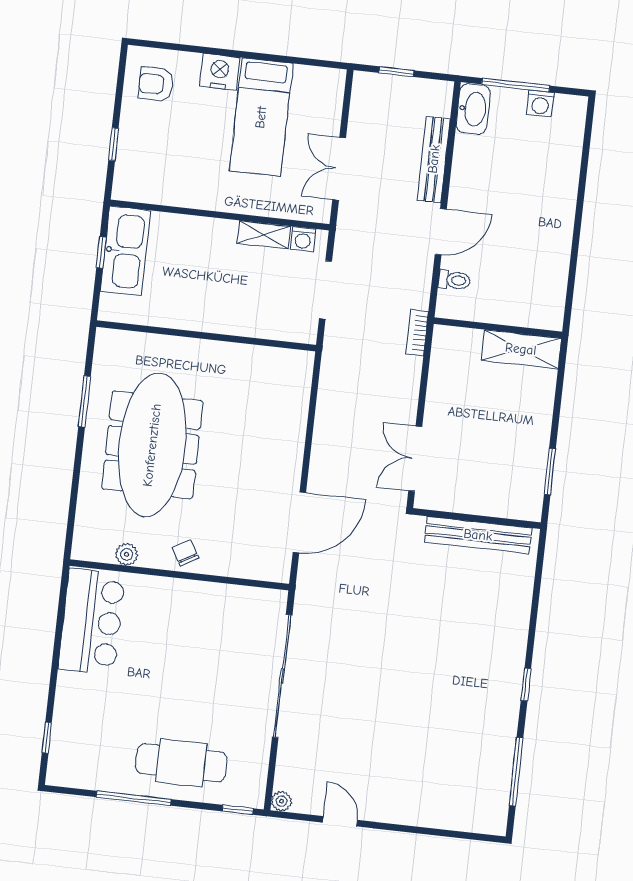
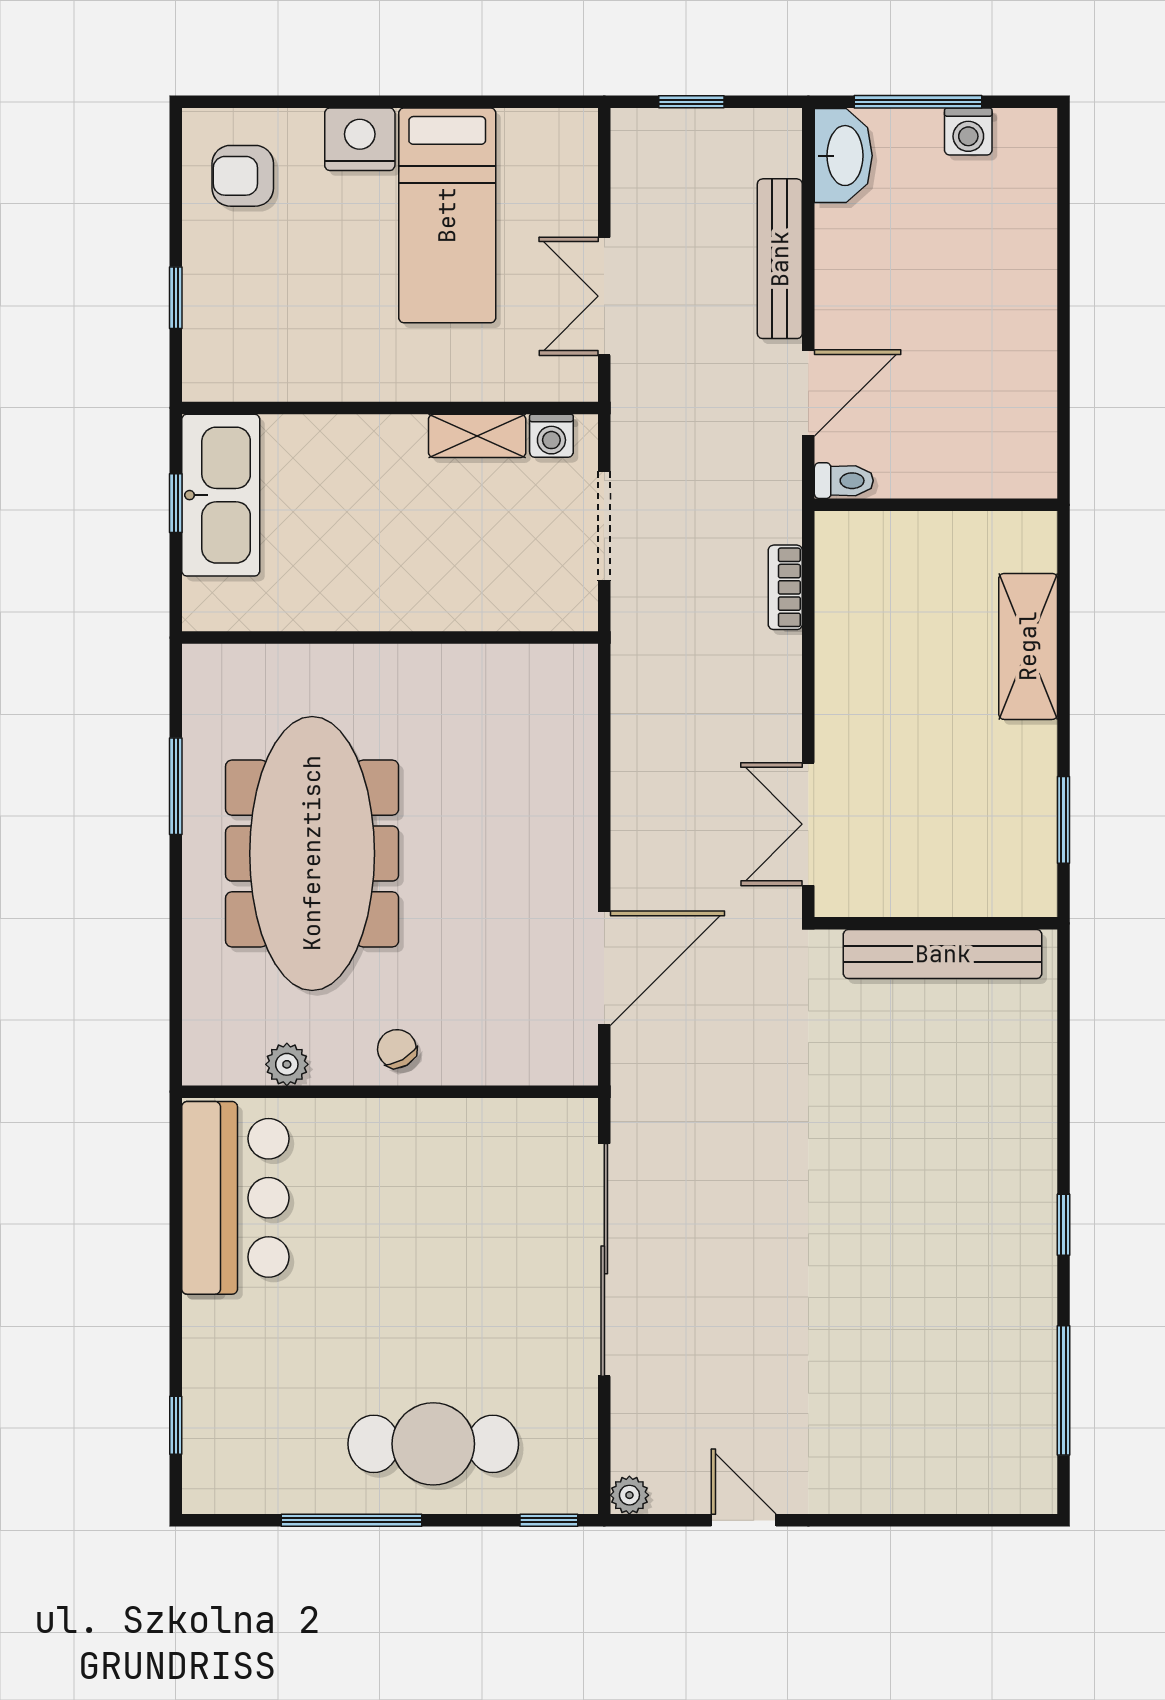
wall: (498, 328) -> (936, 505), moved
shelving: (521, 349) -> (1028, 646), moved, turned 90

